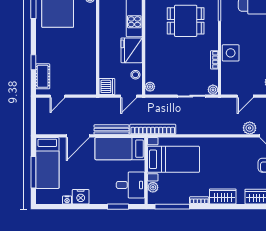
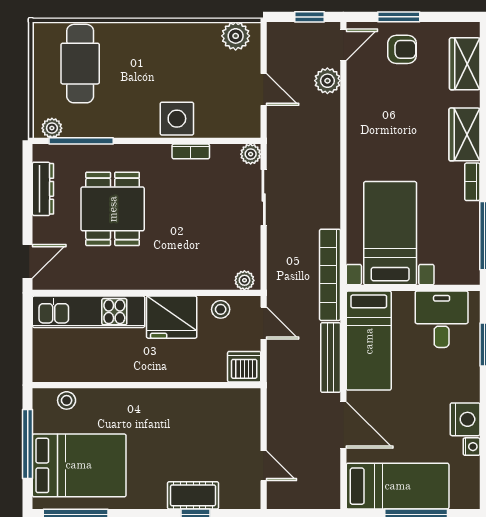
cot: (43, 76) -> (193, 495), moved
plant: (153, 187) -> (446, 275), removed

